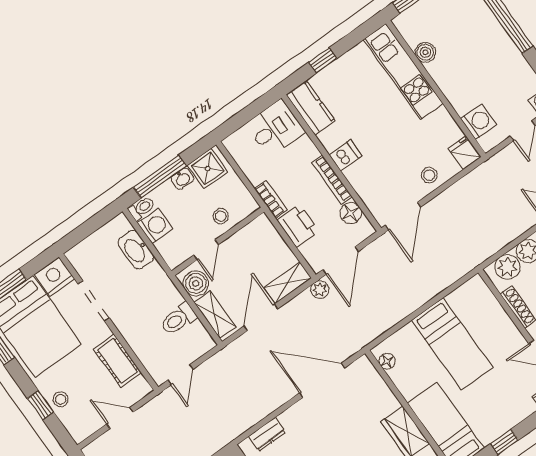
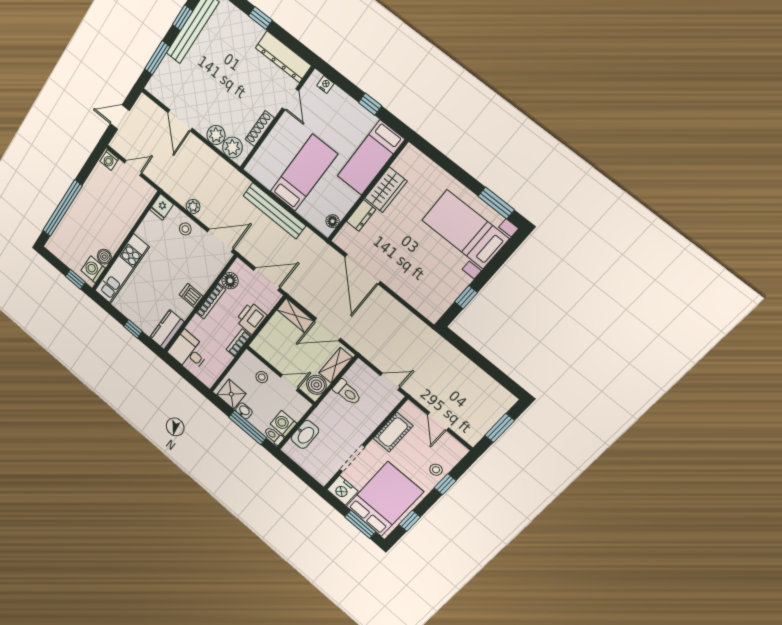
washing machine: (479, 122) -> (93, 269), moved
plant: (320, 290) -> (193, 206), moved
bench: (419, 295) -> (274, 211), added
dresser: (267, 434) -> (361, 215), moved, turned 90

